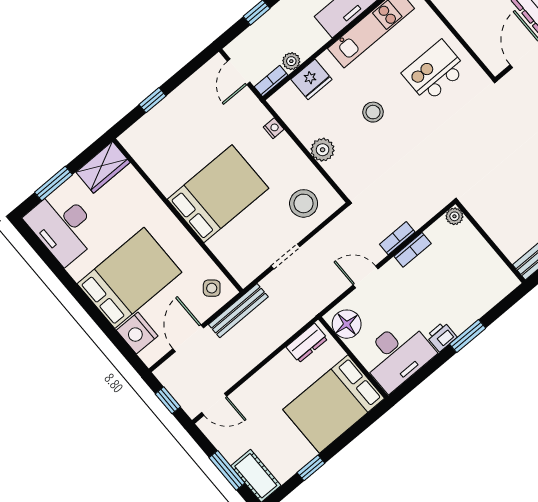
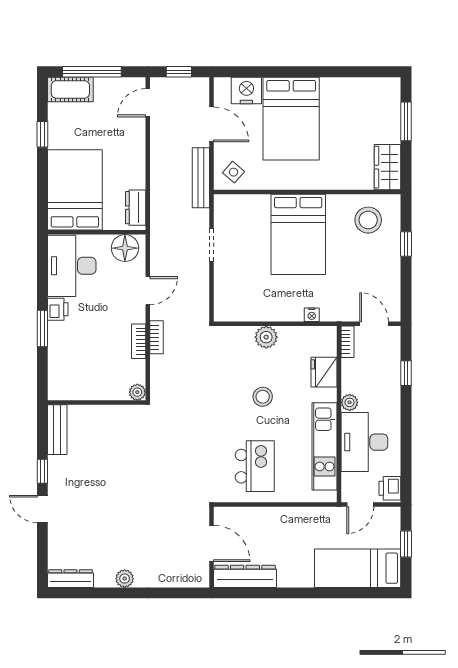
plant: (291, 61) -> (350, 402), moved
stool: (304, 203) -> (368, 220), moved
desk: (63, 226) -> (369, 102), removed
window: (227, 470) -> (92, 72), width x1.44

